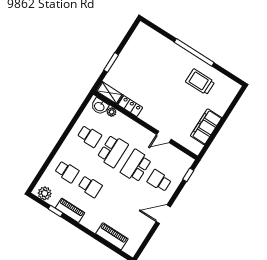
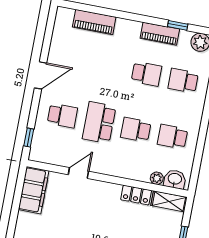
filing cabinet: (206, 127) -> (34, 190), moved
school desk: (113, 151) -> (136, 130), width x0.54
school desk: (136, 166) -> (99, 123), turned 180
school desk: (90, 186) -> (146, 74), turned 180

